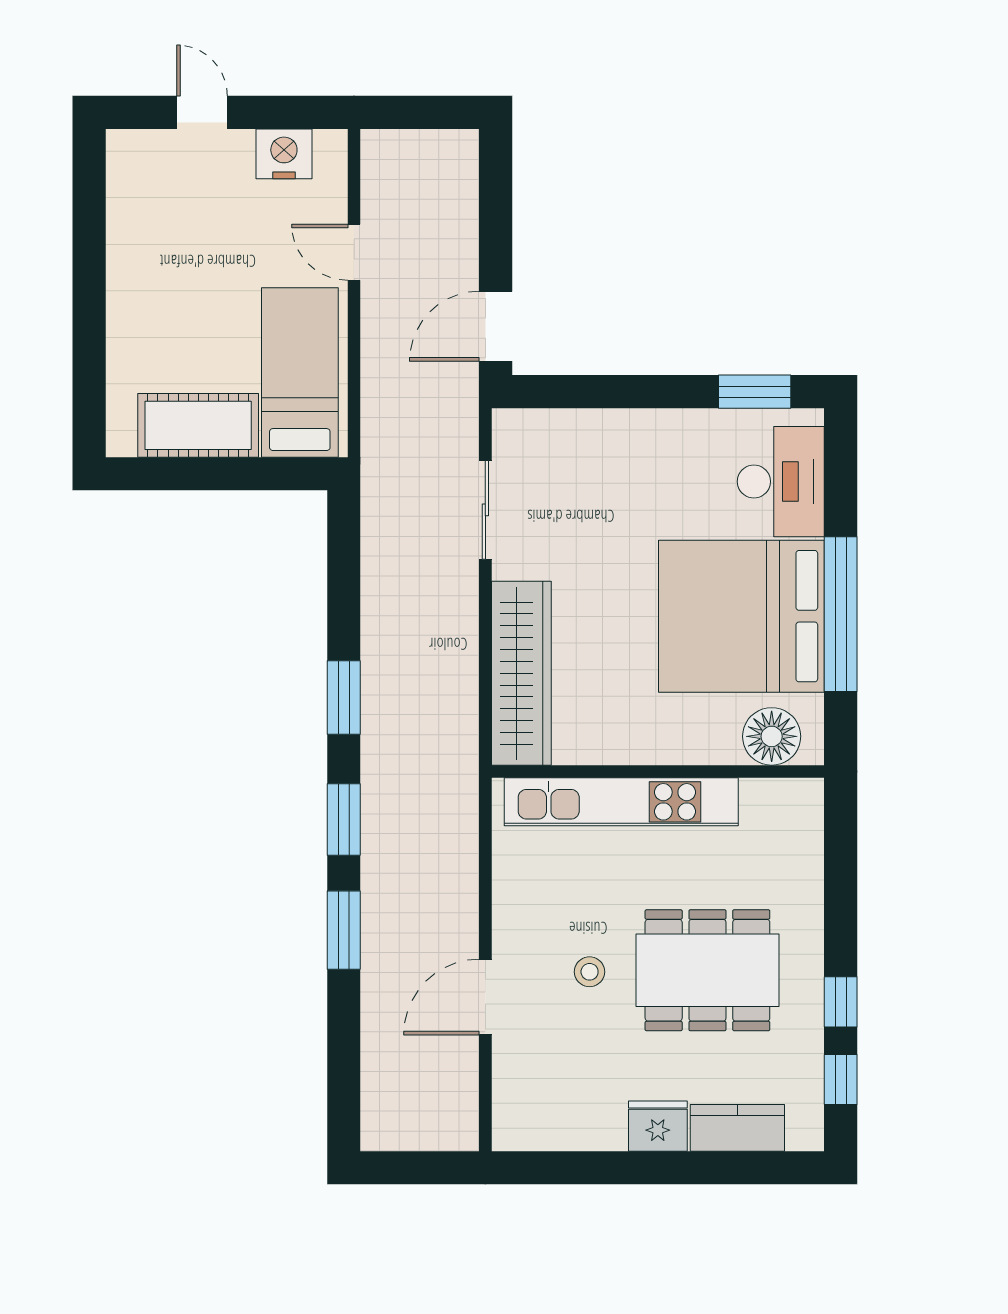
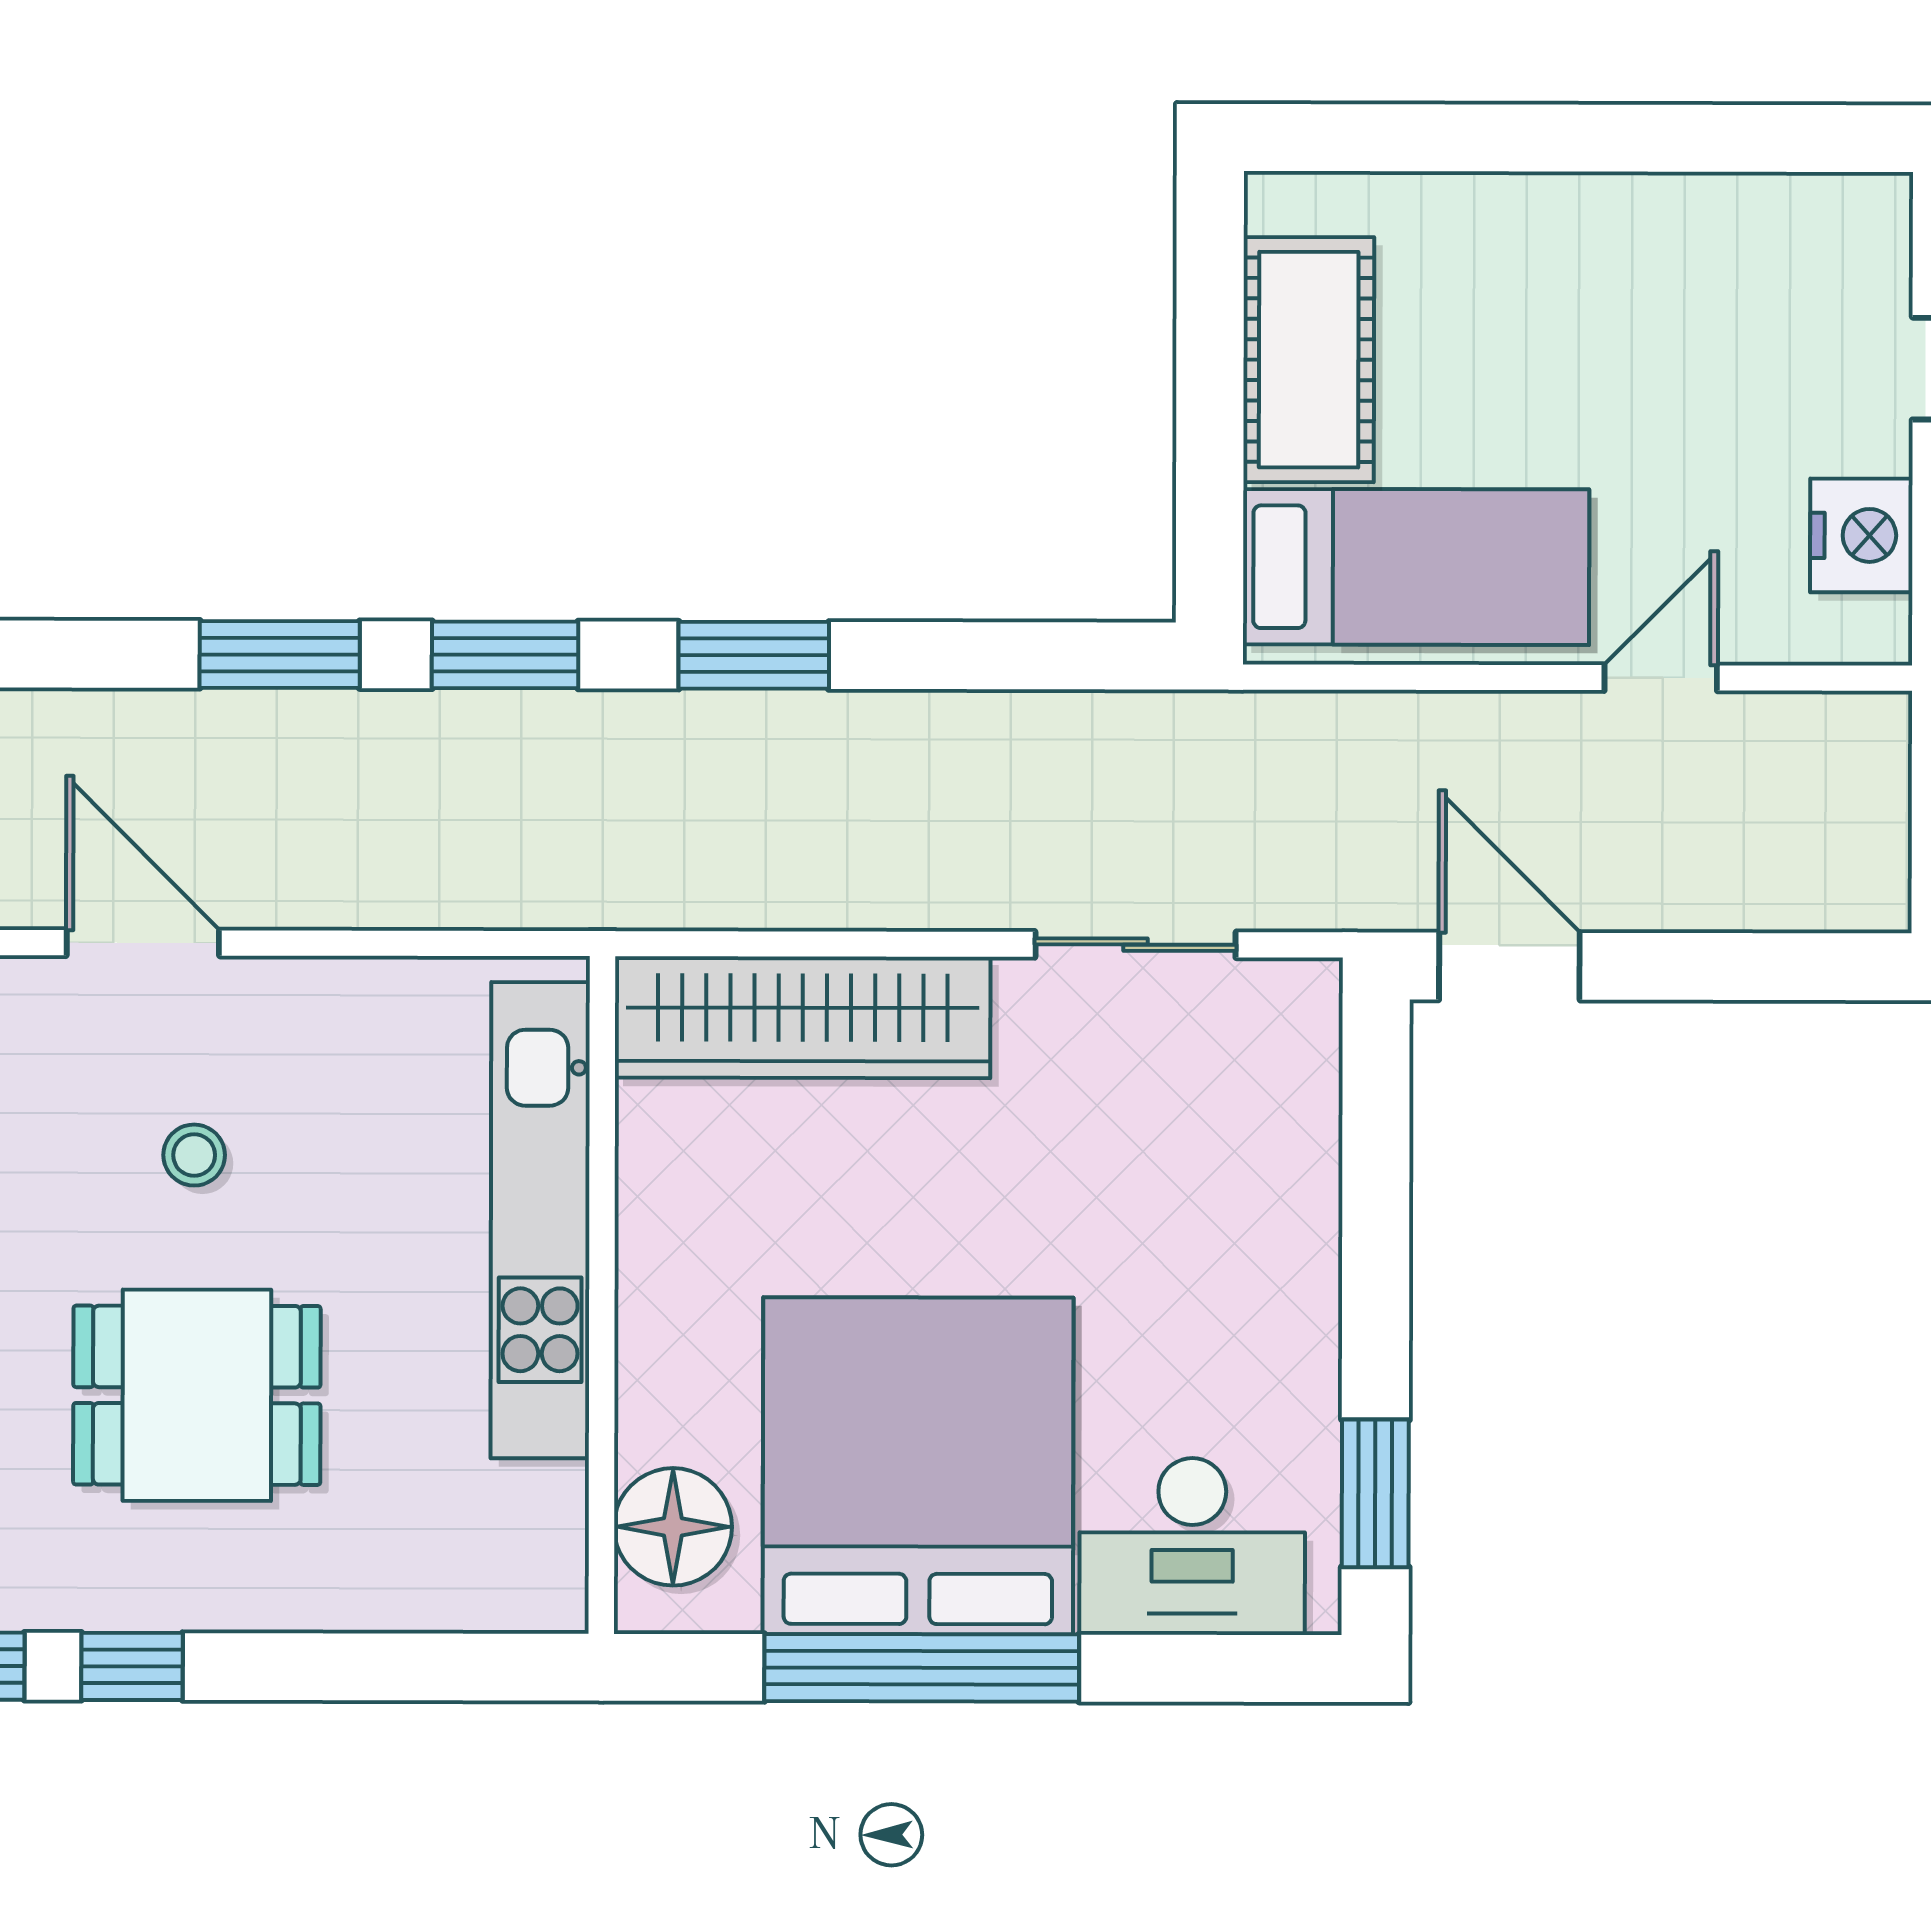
dining table: (707, 970) -> (197, 1395), width x0.73

